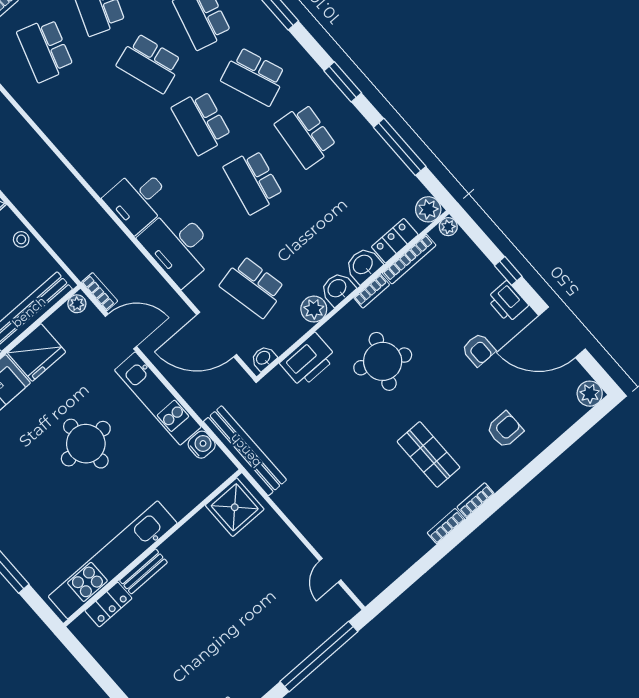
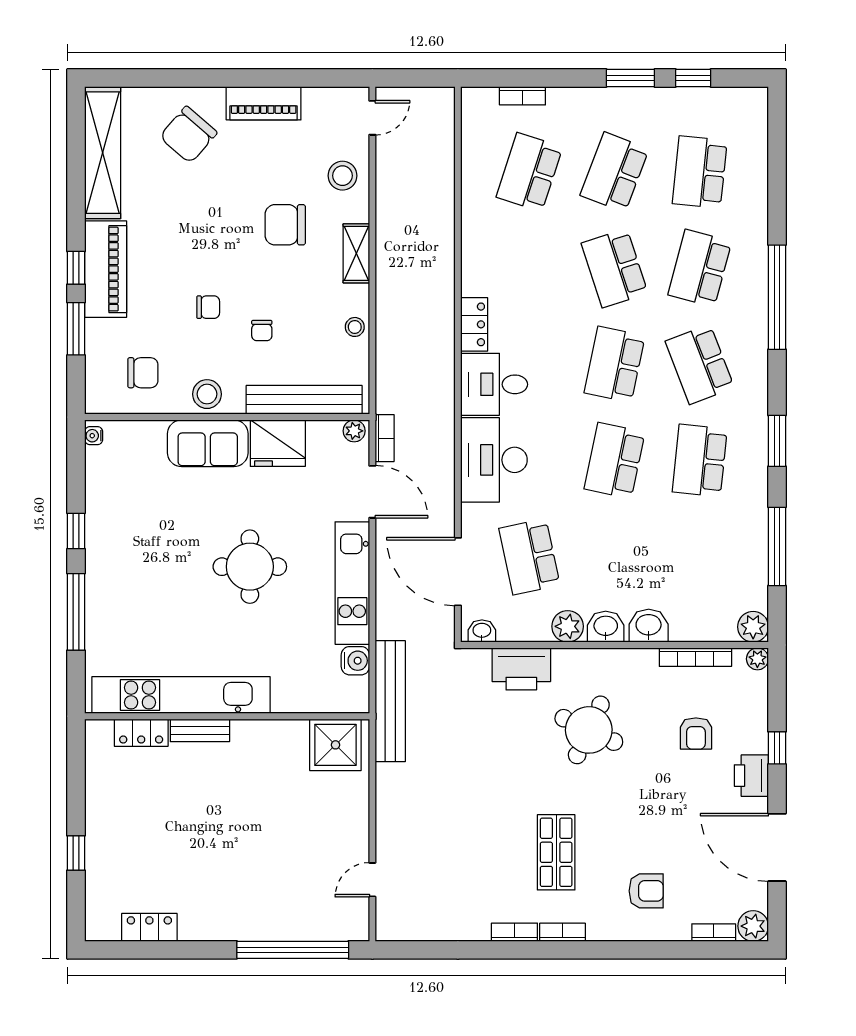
locker: (395, 241) -> (474, 324), moved, turned 90
bookcase: (372, 291) -> (714, 933), moved, turned 180
armchair: (479, 350) -> (696, 733), moved

